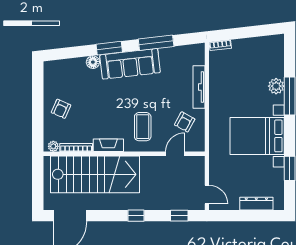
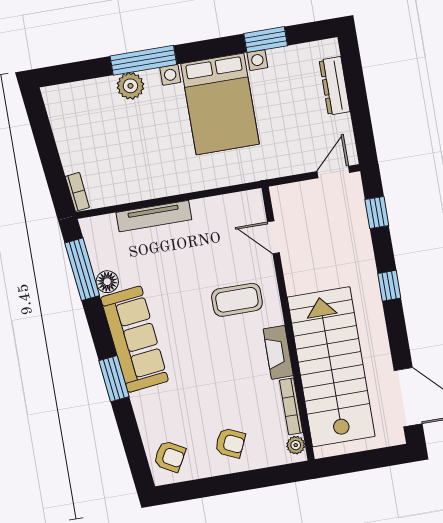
window: (156, 43) -> (82, 269), moved
floor lamp: (93, 62) -> (107, 282), moved
armchair: (185, 122) -> (170, 456), moved

